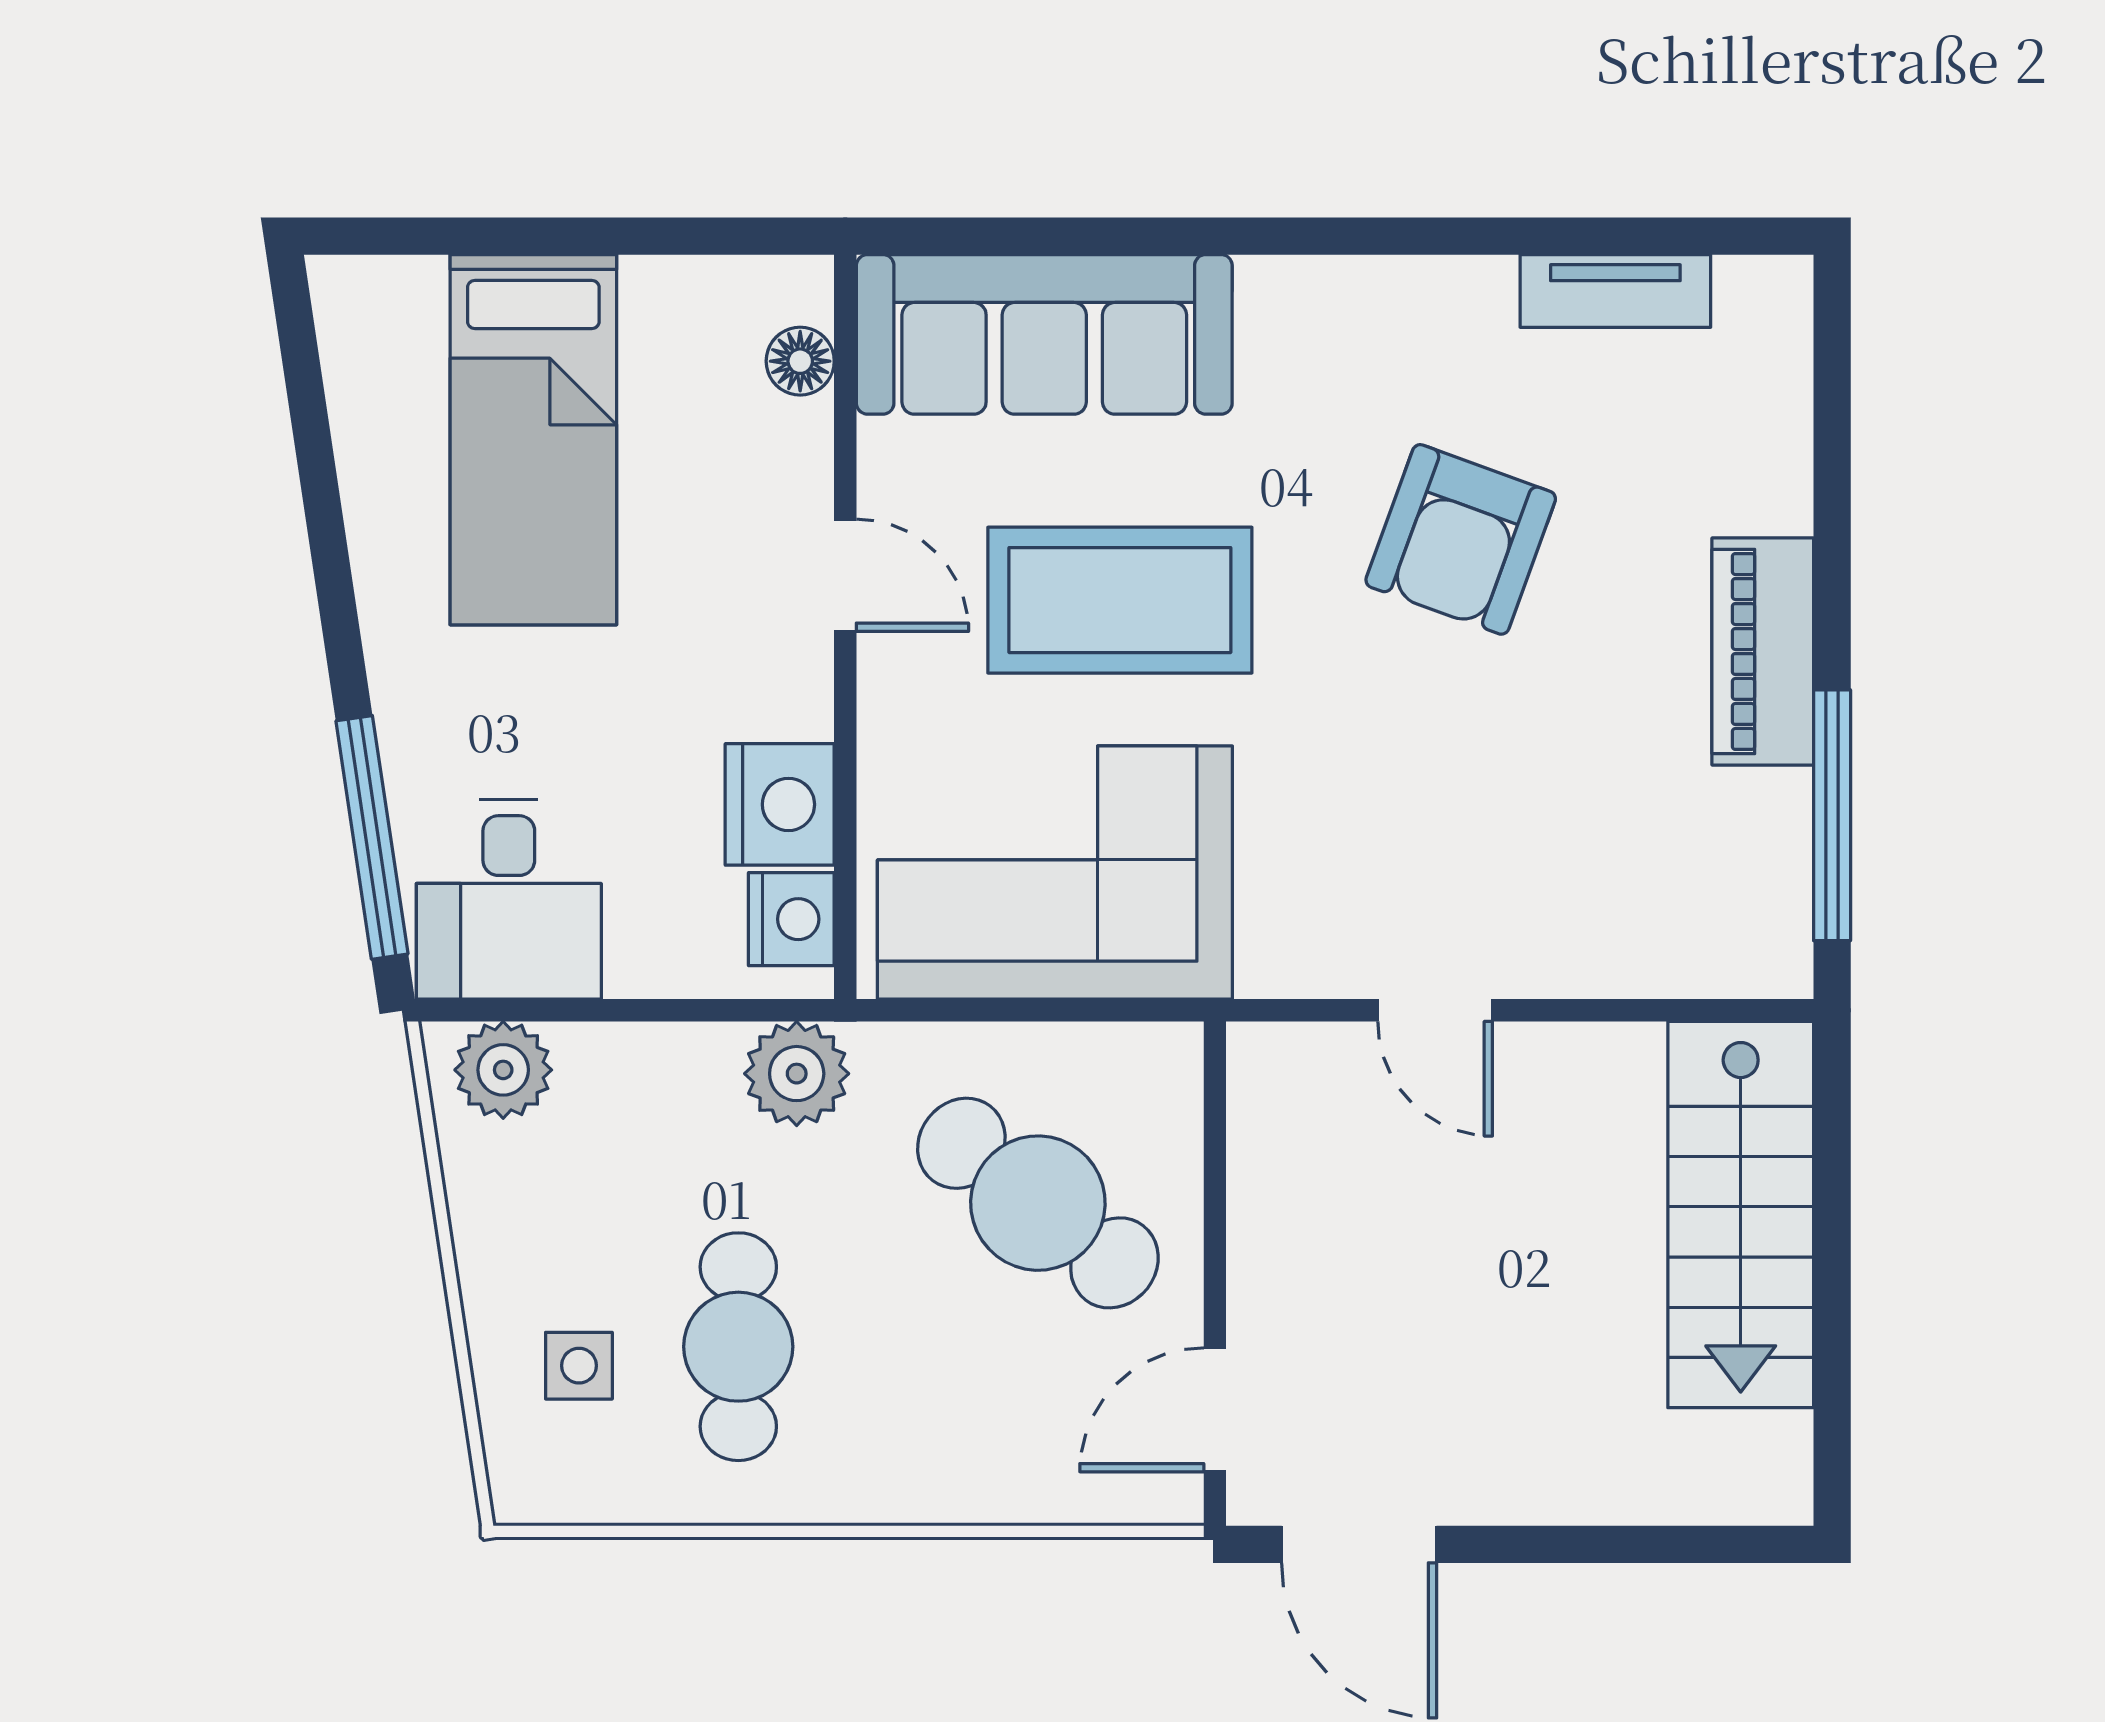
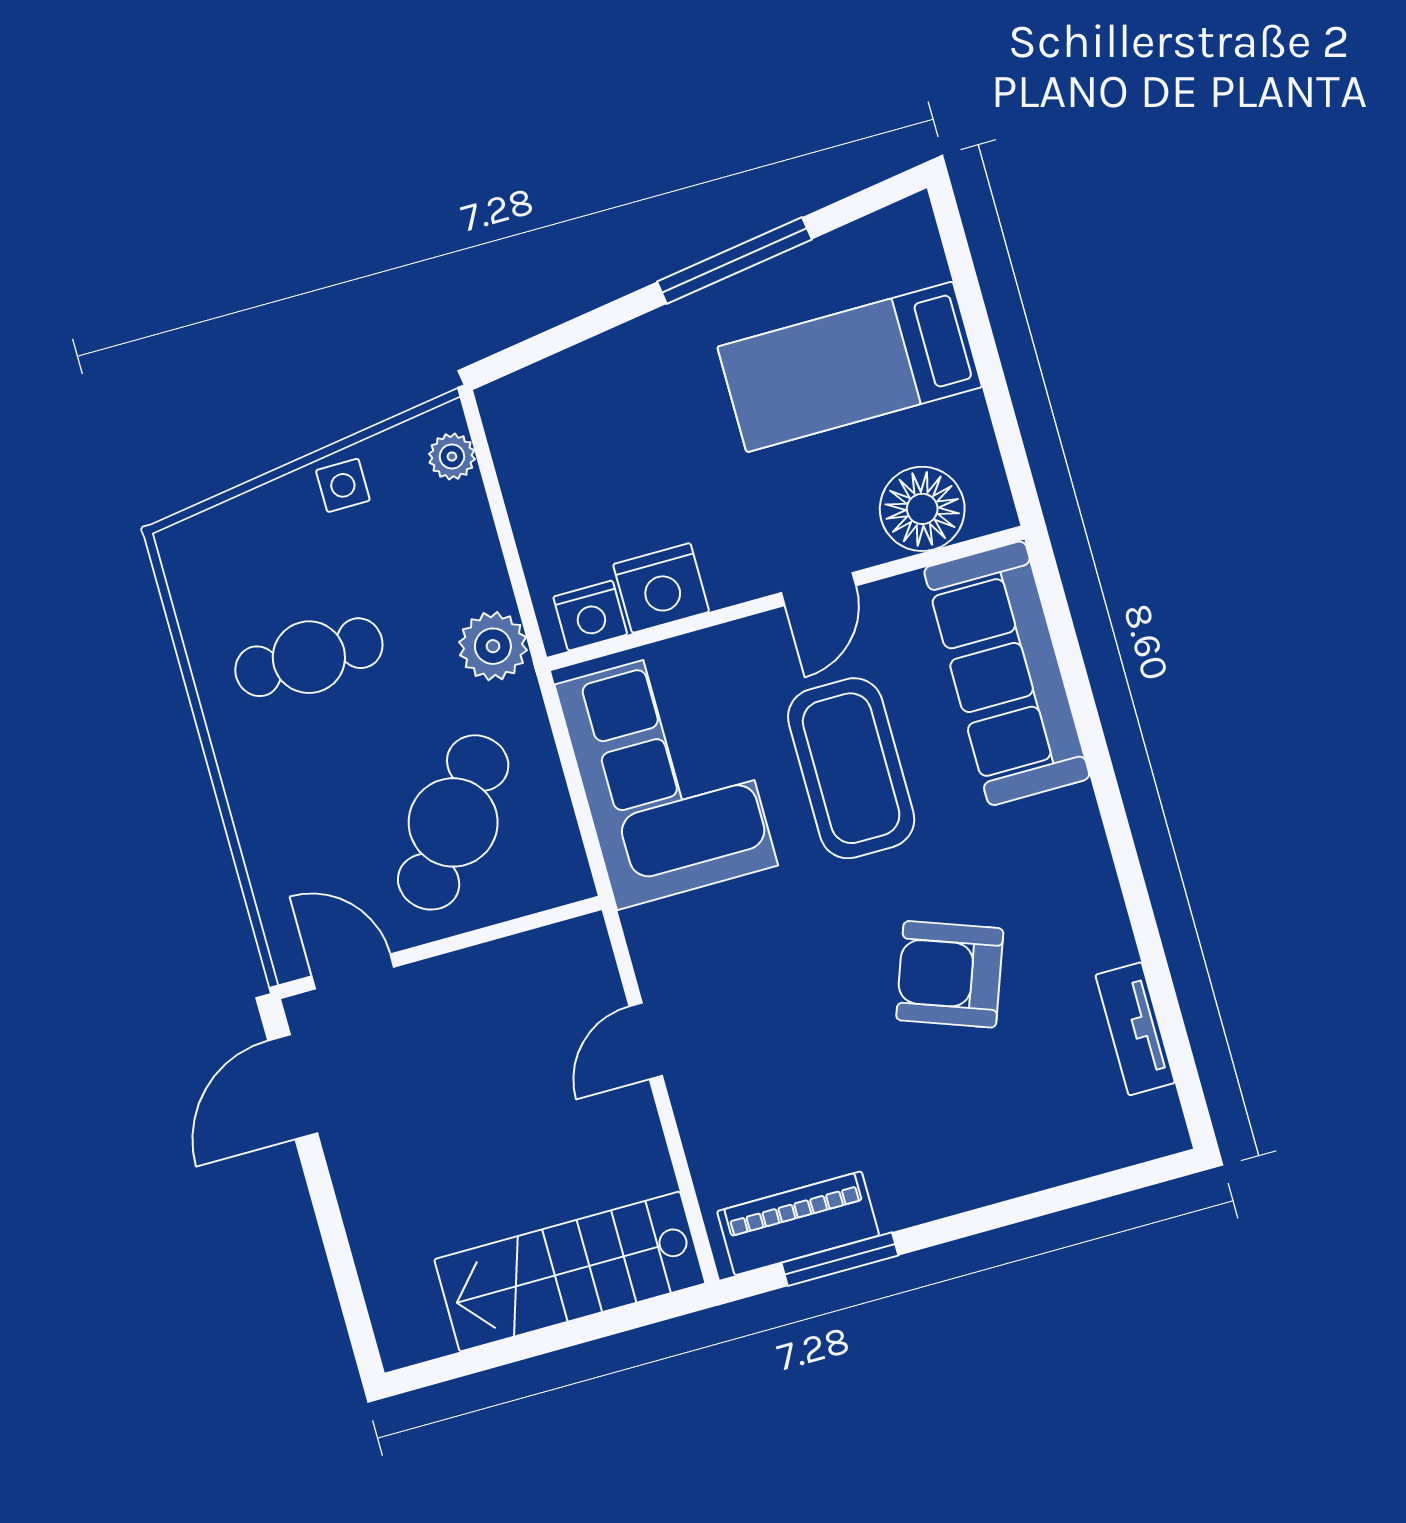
floor lamp: (800, 361) -> (922, 509), width x1.89, depth x1.89
piano: (1763, 652) -> (798, 1223), moved
window: (1832, 815) -> (840, 1259), width x0.69
window: (372, 837) -> (734, 260), moved
desk: (509, 899) -> (553, 432), removed
plant: (503, 1070) -> (452, 457), width x0.73, depth x0.73
side table: (579, 1366) -> (343, 485), moved

